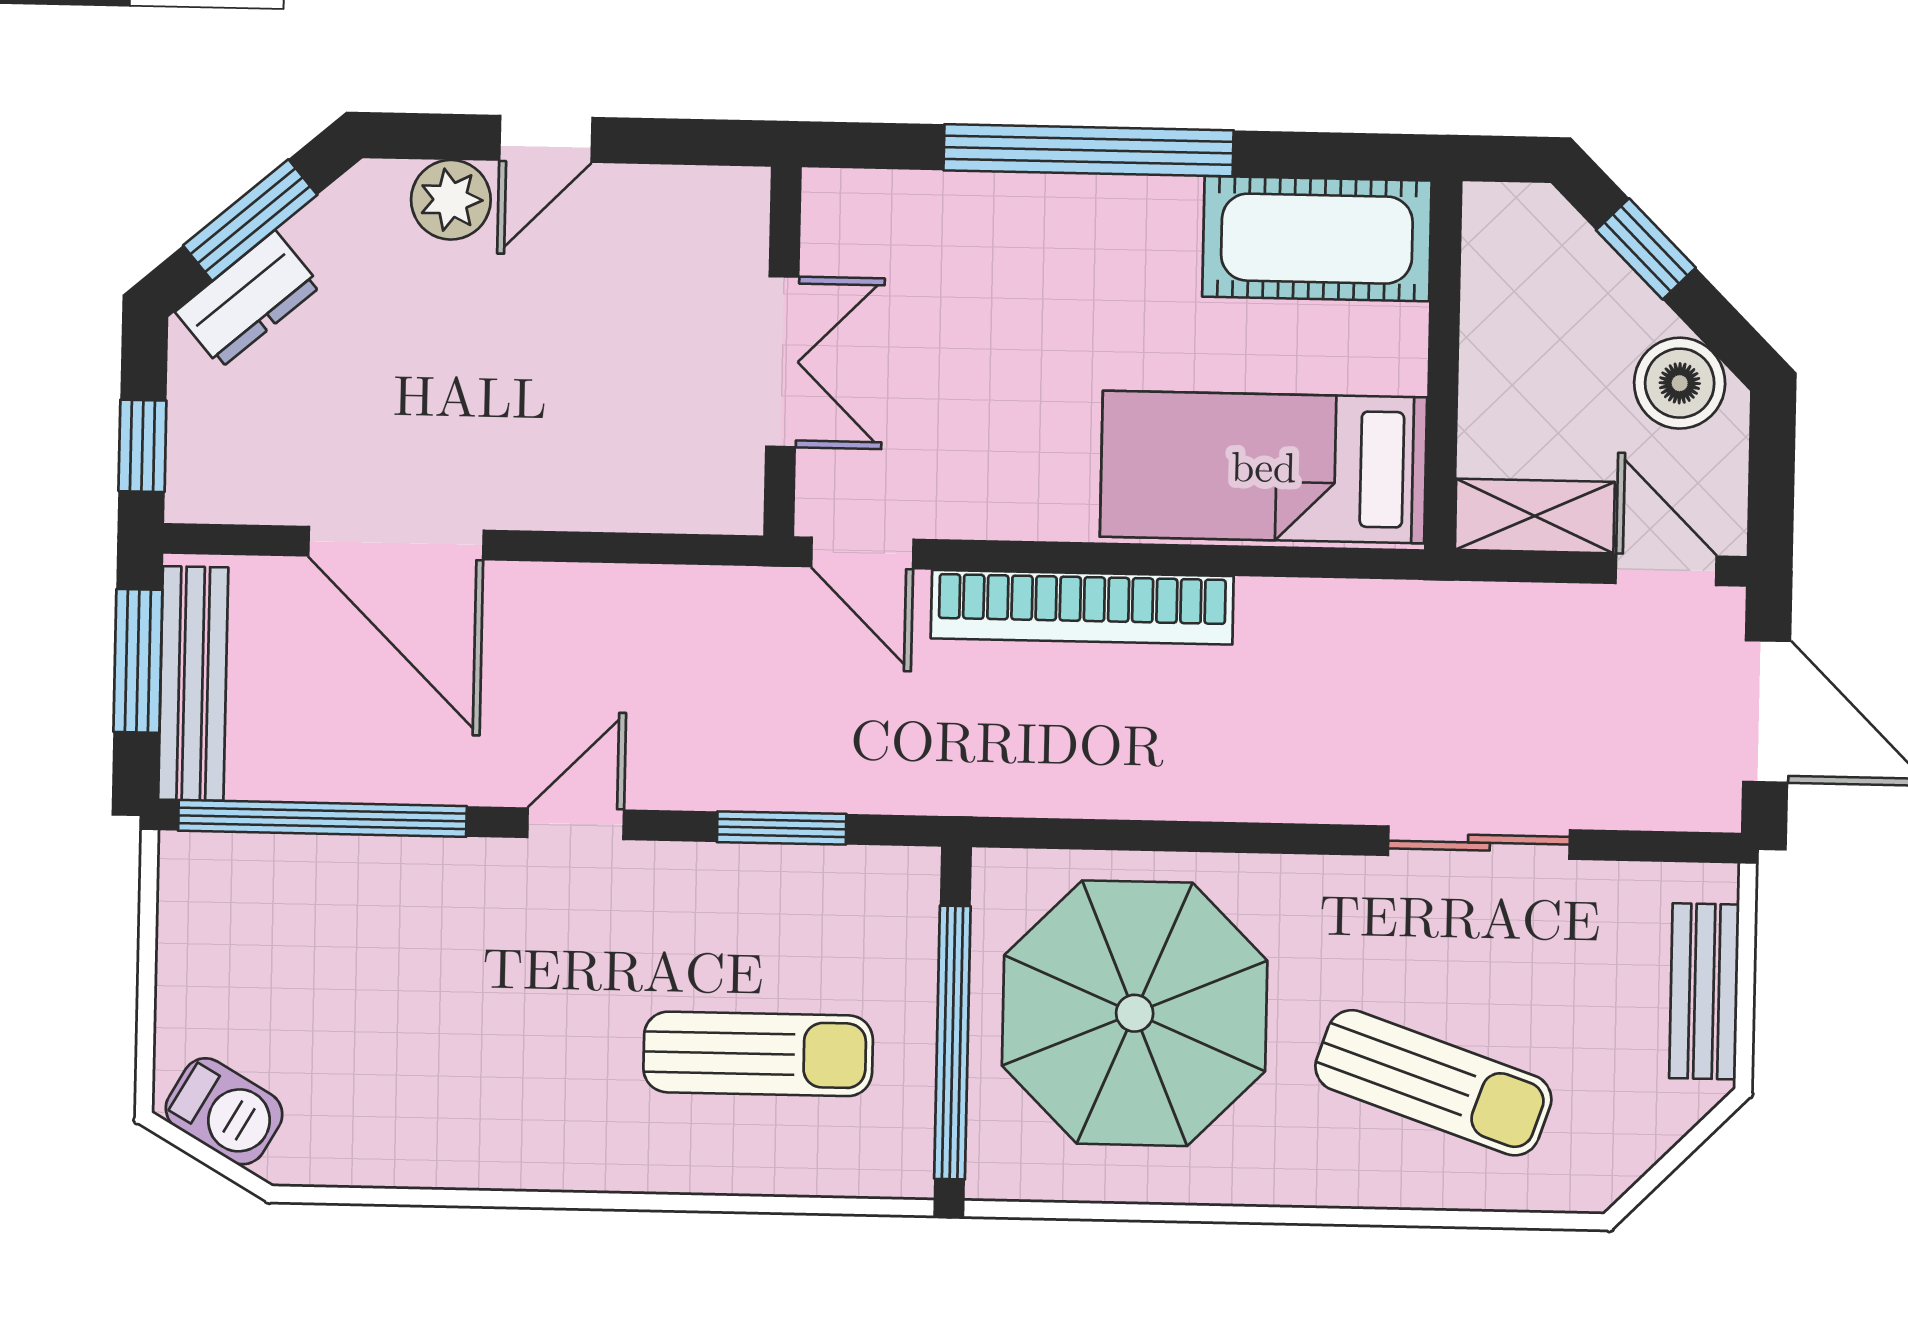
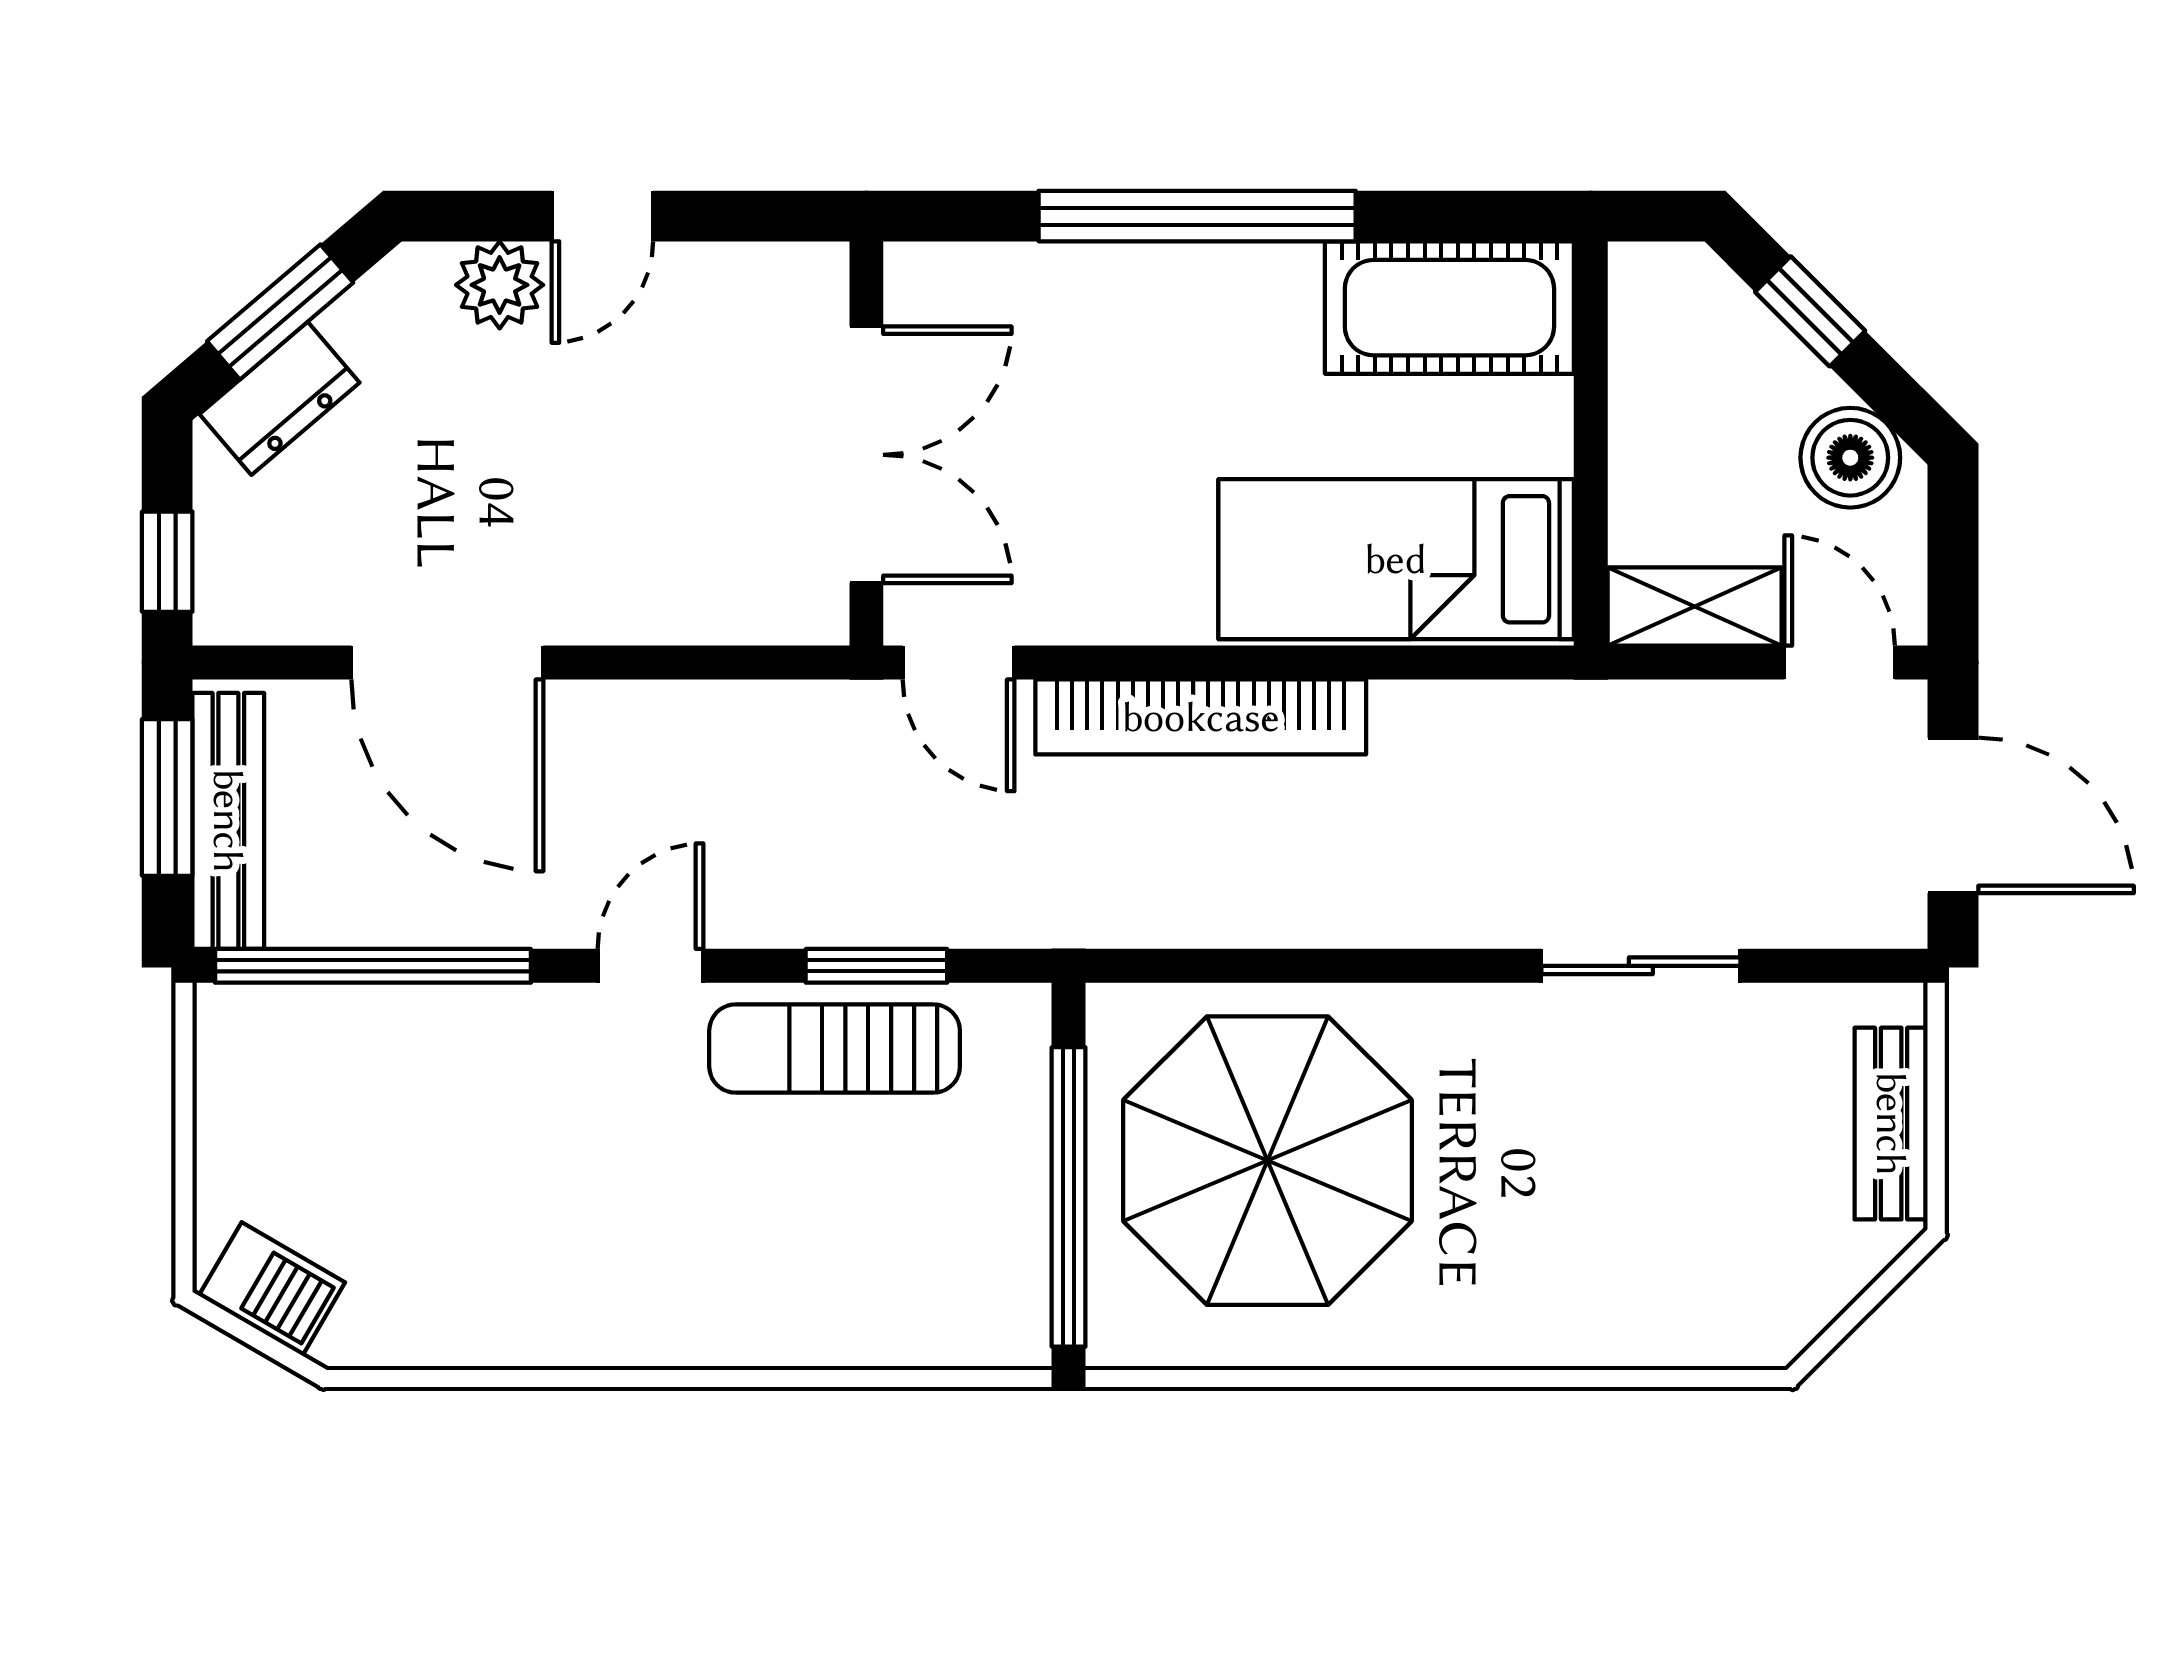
double door: (782, 362) -> (866, 455), width x1.37
sun lounger: (758, 1054) -> (835, 1049), moved, turned 180
sun lounger: (1433, 1083) -> (1596, 1230), removed

